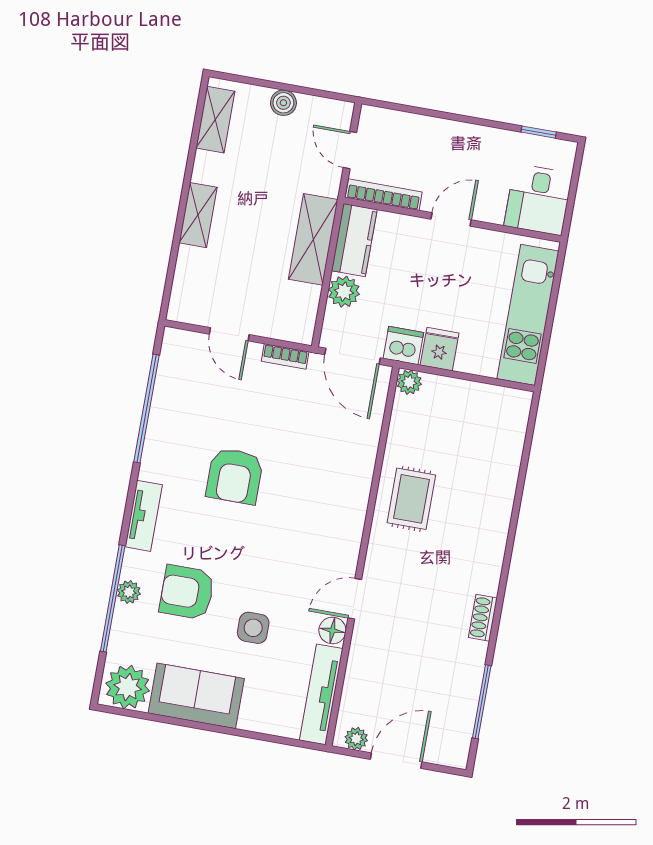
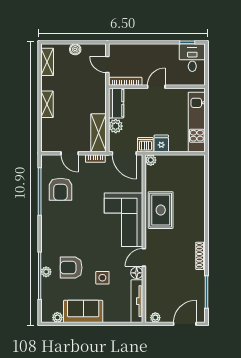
desk: (538, 200) -> (192, 58), moved, turned 180
shelving: (313, 239) -> (99, 133), moved
armchair: (235, 476) -> (60, 189), moved
rug: (411, 499) -> (161, 210), width x1.36, depth x1.43
corner sofa: (324, 506) -> (123, 220), added
tv unit: (144, 516) -> (47, 238), removed
shoe rack: (483, 618) -> (200, 256), width x1.43
plant: (128, 687) -> (57, 317), width x0.53, depth x0.53
door: (396, 761) -> (185, 324), moved

